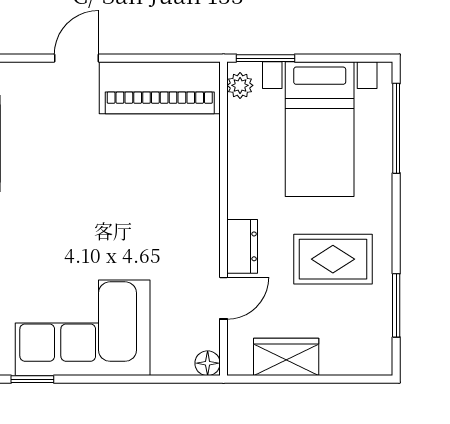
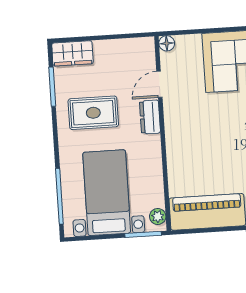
wardrobe: (286, 357) -> (72, 53), moved

